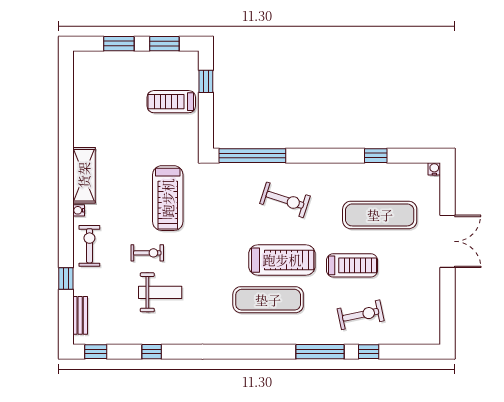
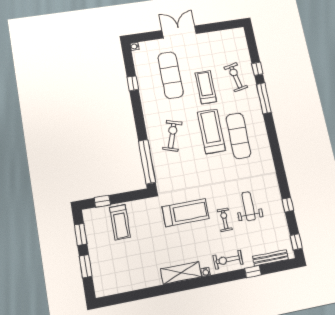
bench: (80, 315) -> (270, 258), width x1.36

